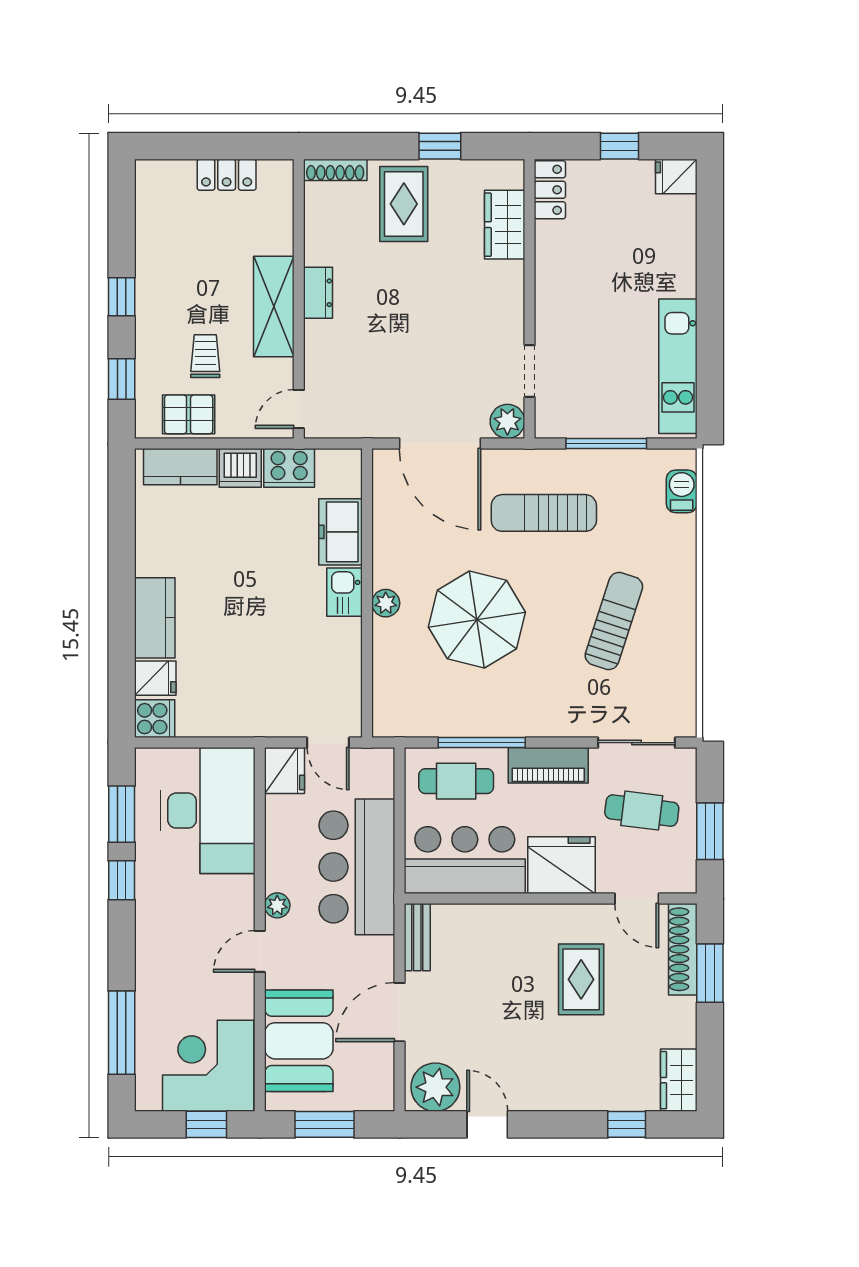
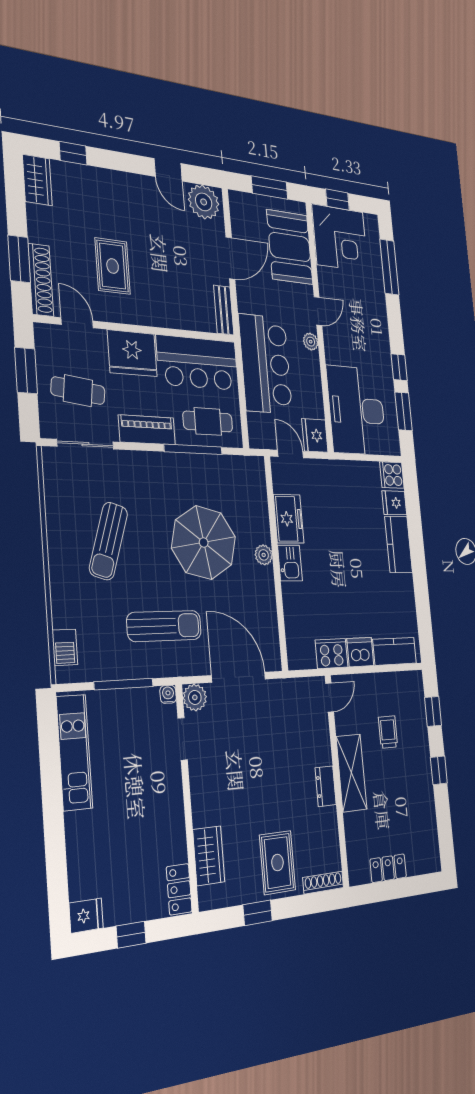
trolley: (205, 356) -> (388, 732), turned 180
pallet: (189, 414) -> (393, 689), removed
water cooler: (546, 427) -> (168, 694), added
freezer: (340, 532) -> (289, 519), moved

